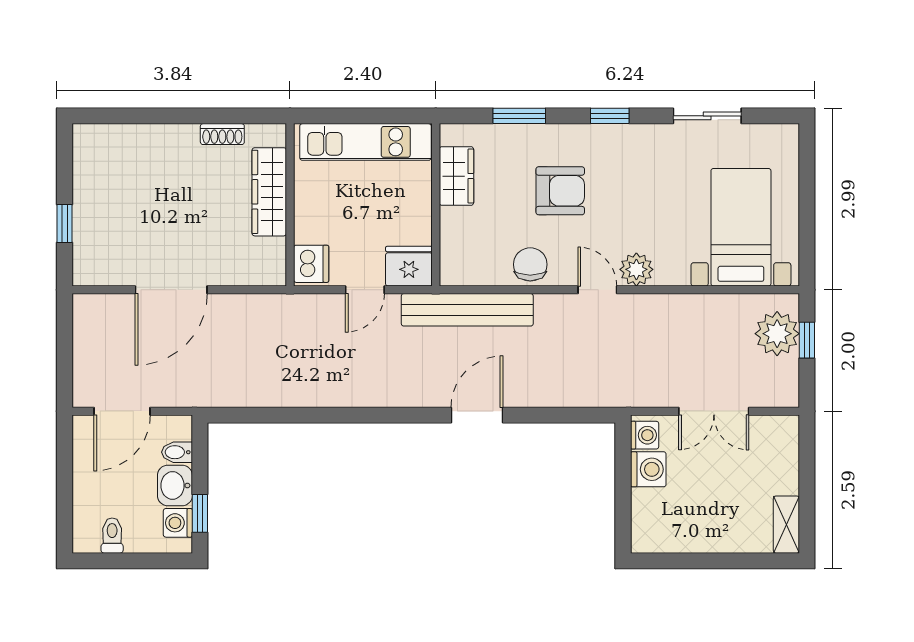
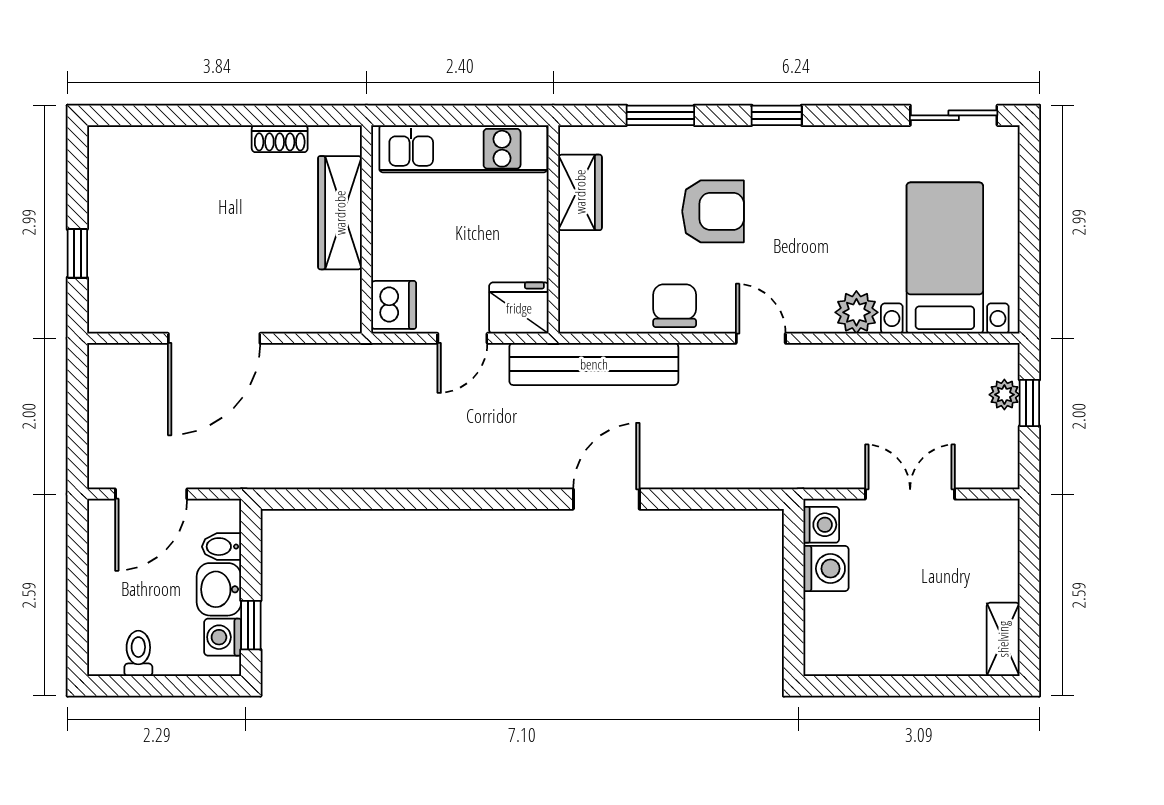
sliding door: (707, 116) -> (954, 115), moved
plant: (636, 269) -> (856, 312), moved
plant: (777, 334) -> (1004, 395), width x0.53, depth x0.53
double door: (714, 411) -> (910, 494), swing flipped

